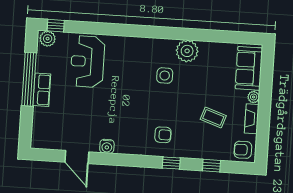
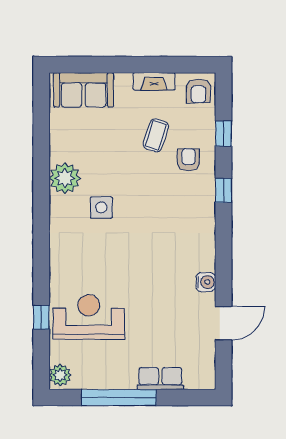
window: (56, 26) -> (41, 317), moved
reception desk: (87, 62) -> (89, 317), turned 180
row of seats: (42, 90) -> (160, 379), moved
plant: (254, 97) -> (123, 81), removed
armchair: (163, 135) -> (188, 160), moved

